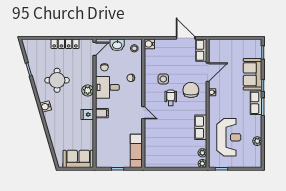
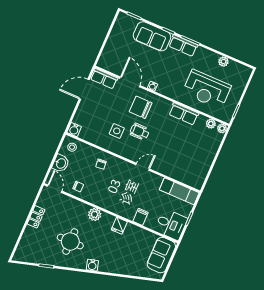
locker: (65, 44) -> (36, 217), width x0.66
desk: (107, 87) -> (171, 224), moved, turned -90
filing cabinet: (102, 113) -> (141, 217), moved
reception desk: (229, 137) -> (207, 89), turned 180

